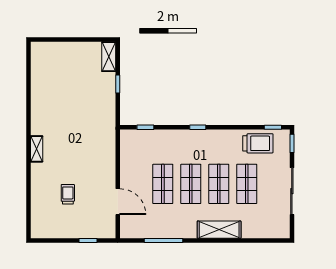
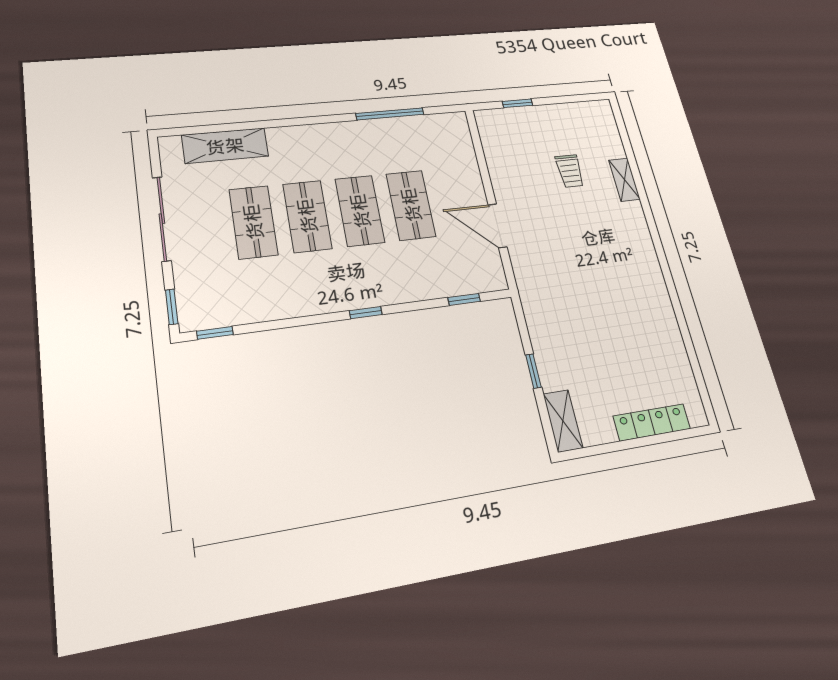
locker: (62, 48) -> (652, 422), added
trolley: (258, 143) -> (242, 298), removed
shelving: (37, 149) -> (624, 180), moved
door: (118, 202) -> (498, 226), moved
shelving: (219, 230) -> (225, 146), moved

